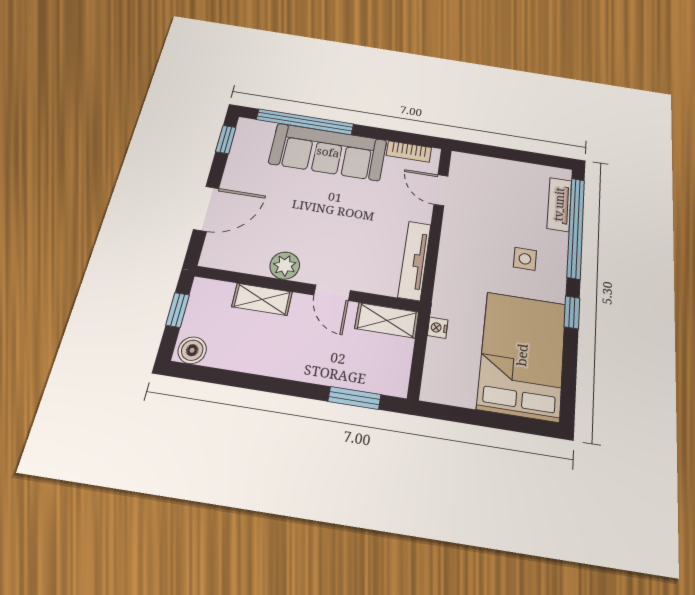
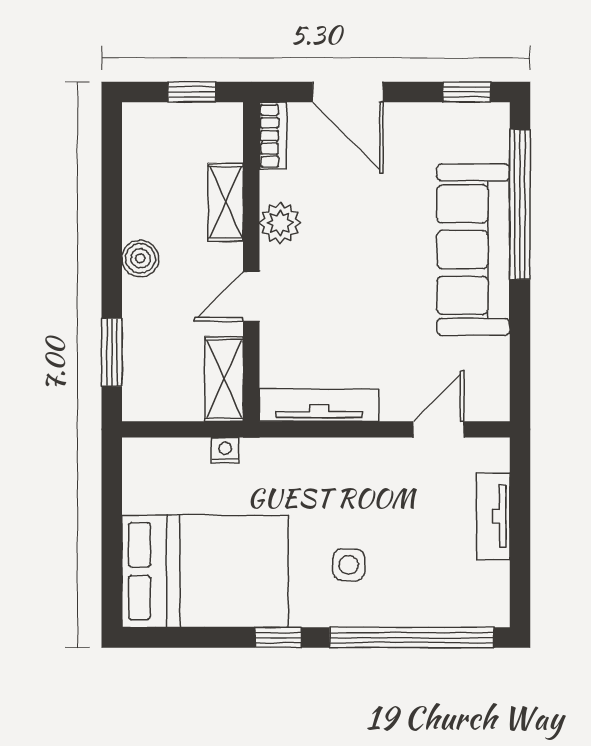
bookcase: (409, 152) -> (273, 136), moved, turned 180
tv unit: (559, 204) -> (493, 516), moved, turned -90
boiler: (192, 350) -> (140, 258), moved

